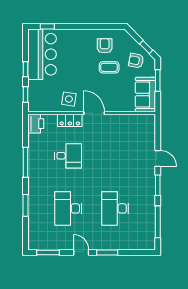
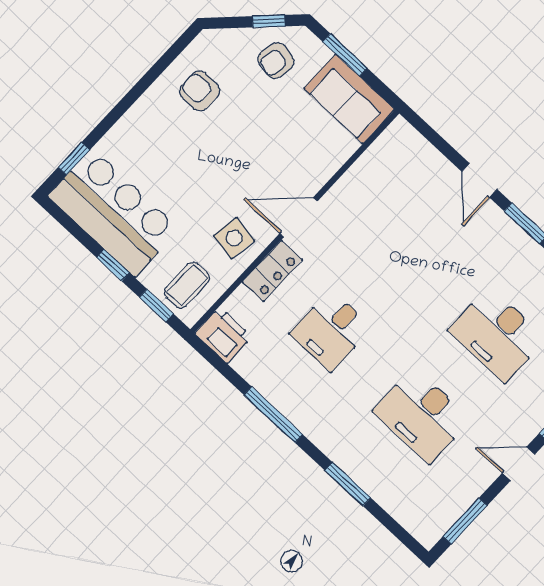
coffee table: (109, 67) -> (187, 285), moved
desk: (68, 156) -> (331, 331), turned 180
door: (158, 158) -> (480, 180), swing flipped

